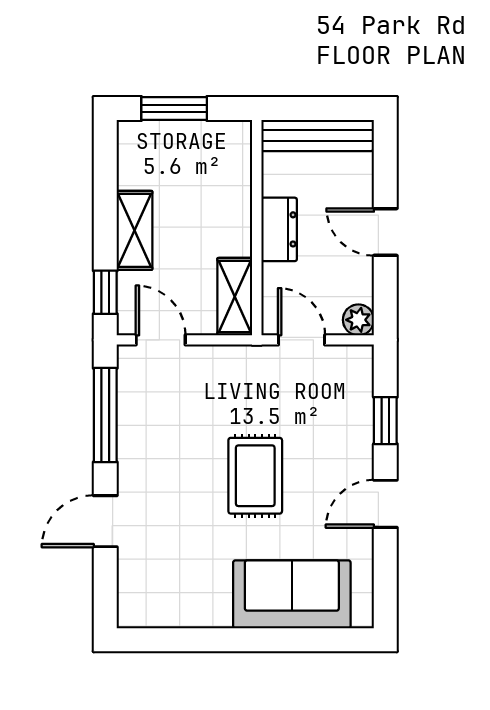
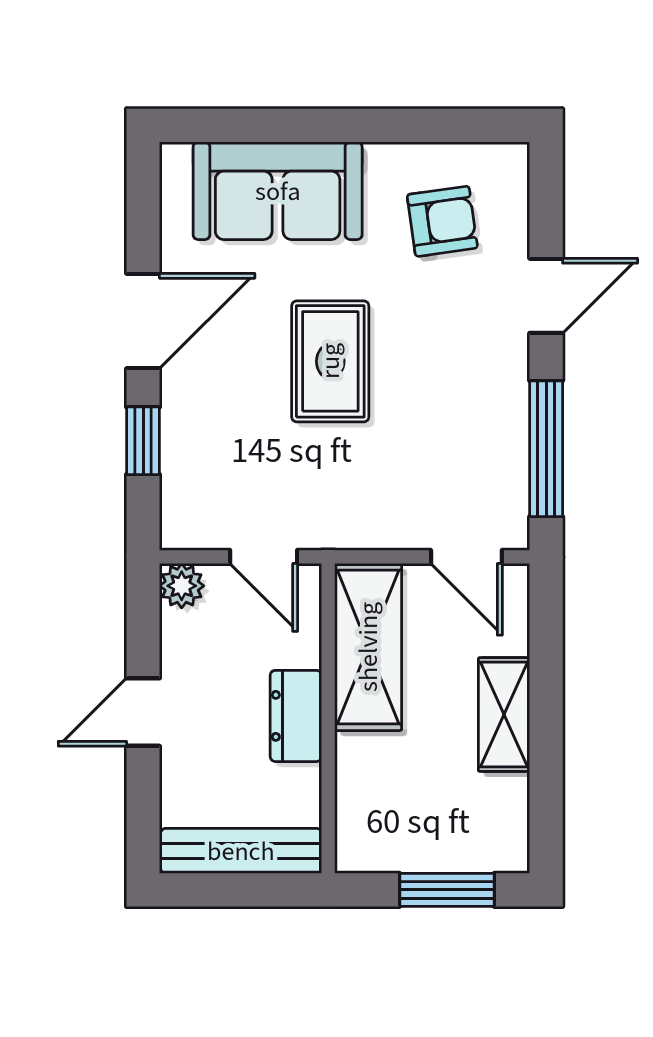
door: (385, 232) -> (143, 712), swing flipped
window: (105, 292) -> (546, 625), removed
shelving: (235, 297) -> (368, 647), width x1.50, depth x1.33
door: (385, 504) -> (143, 321), width x1.38
armchair: (177, 573) -> (442, 221), added

